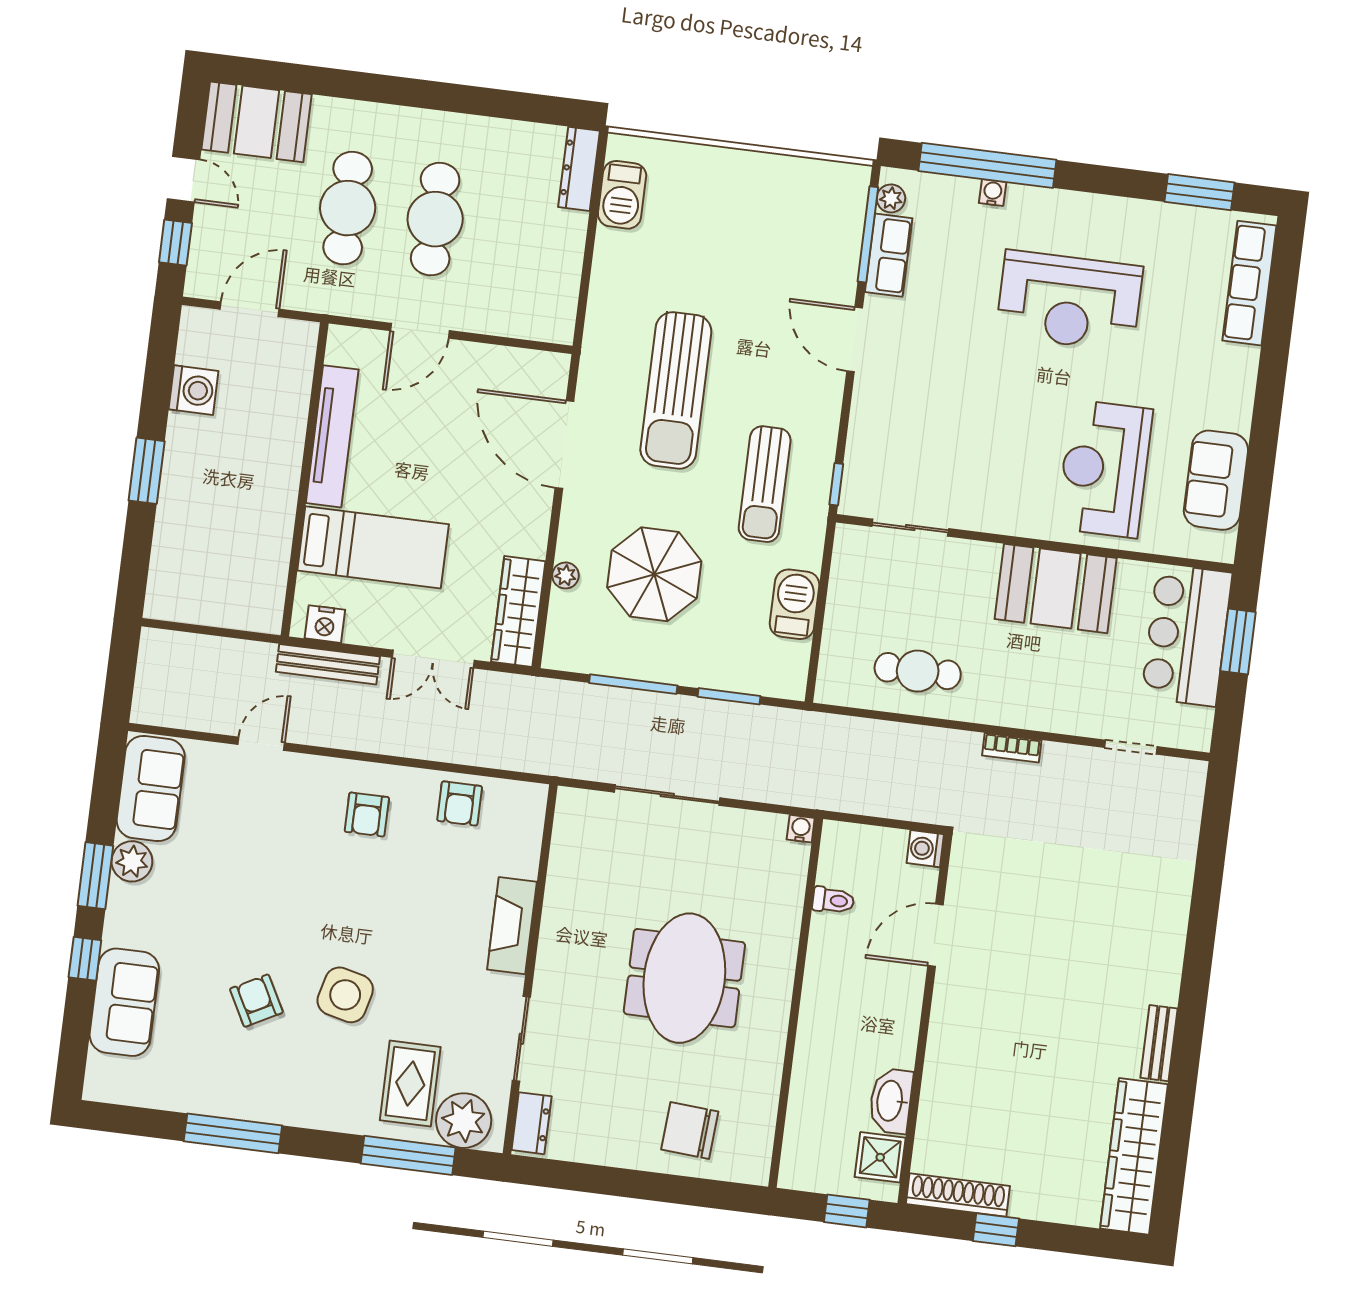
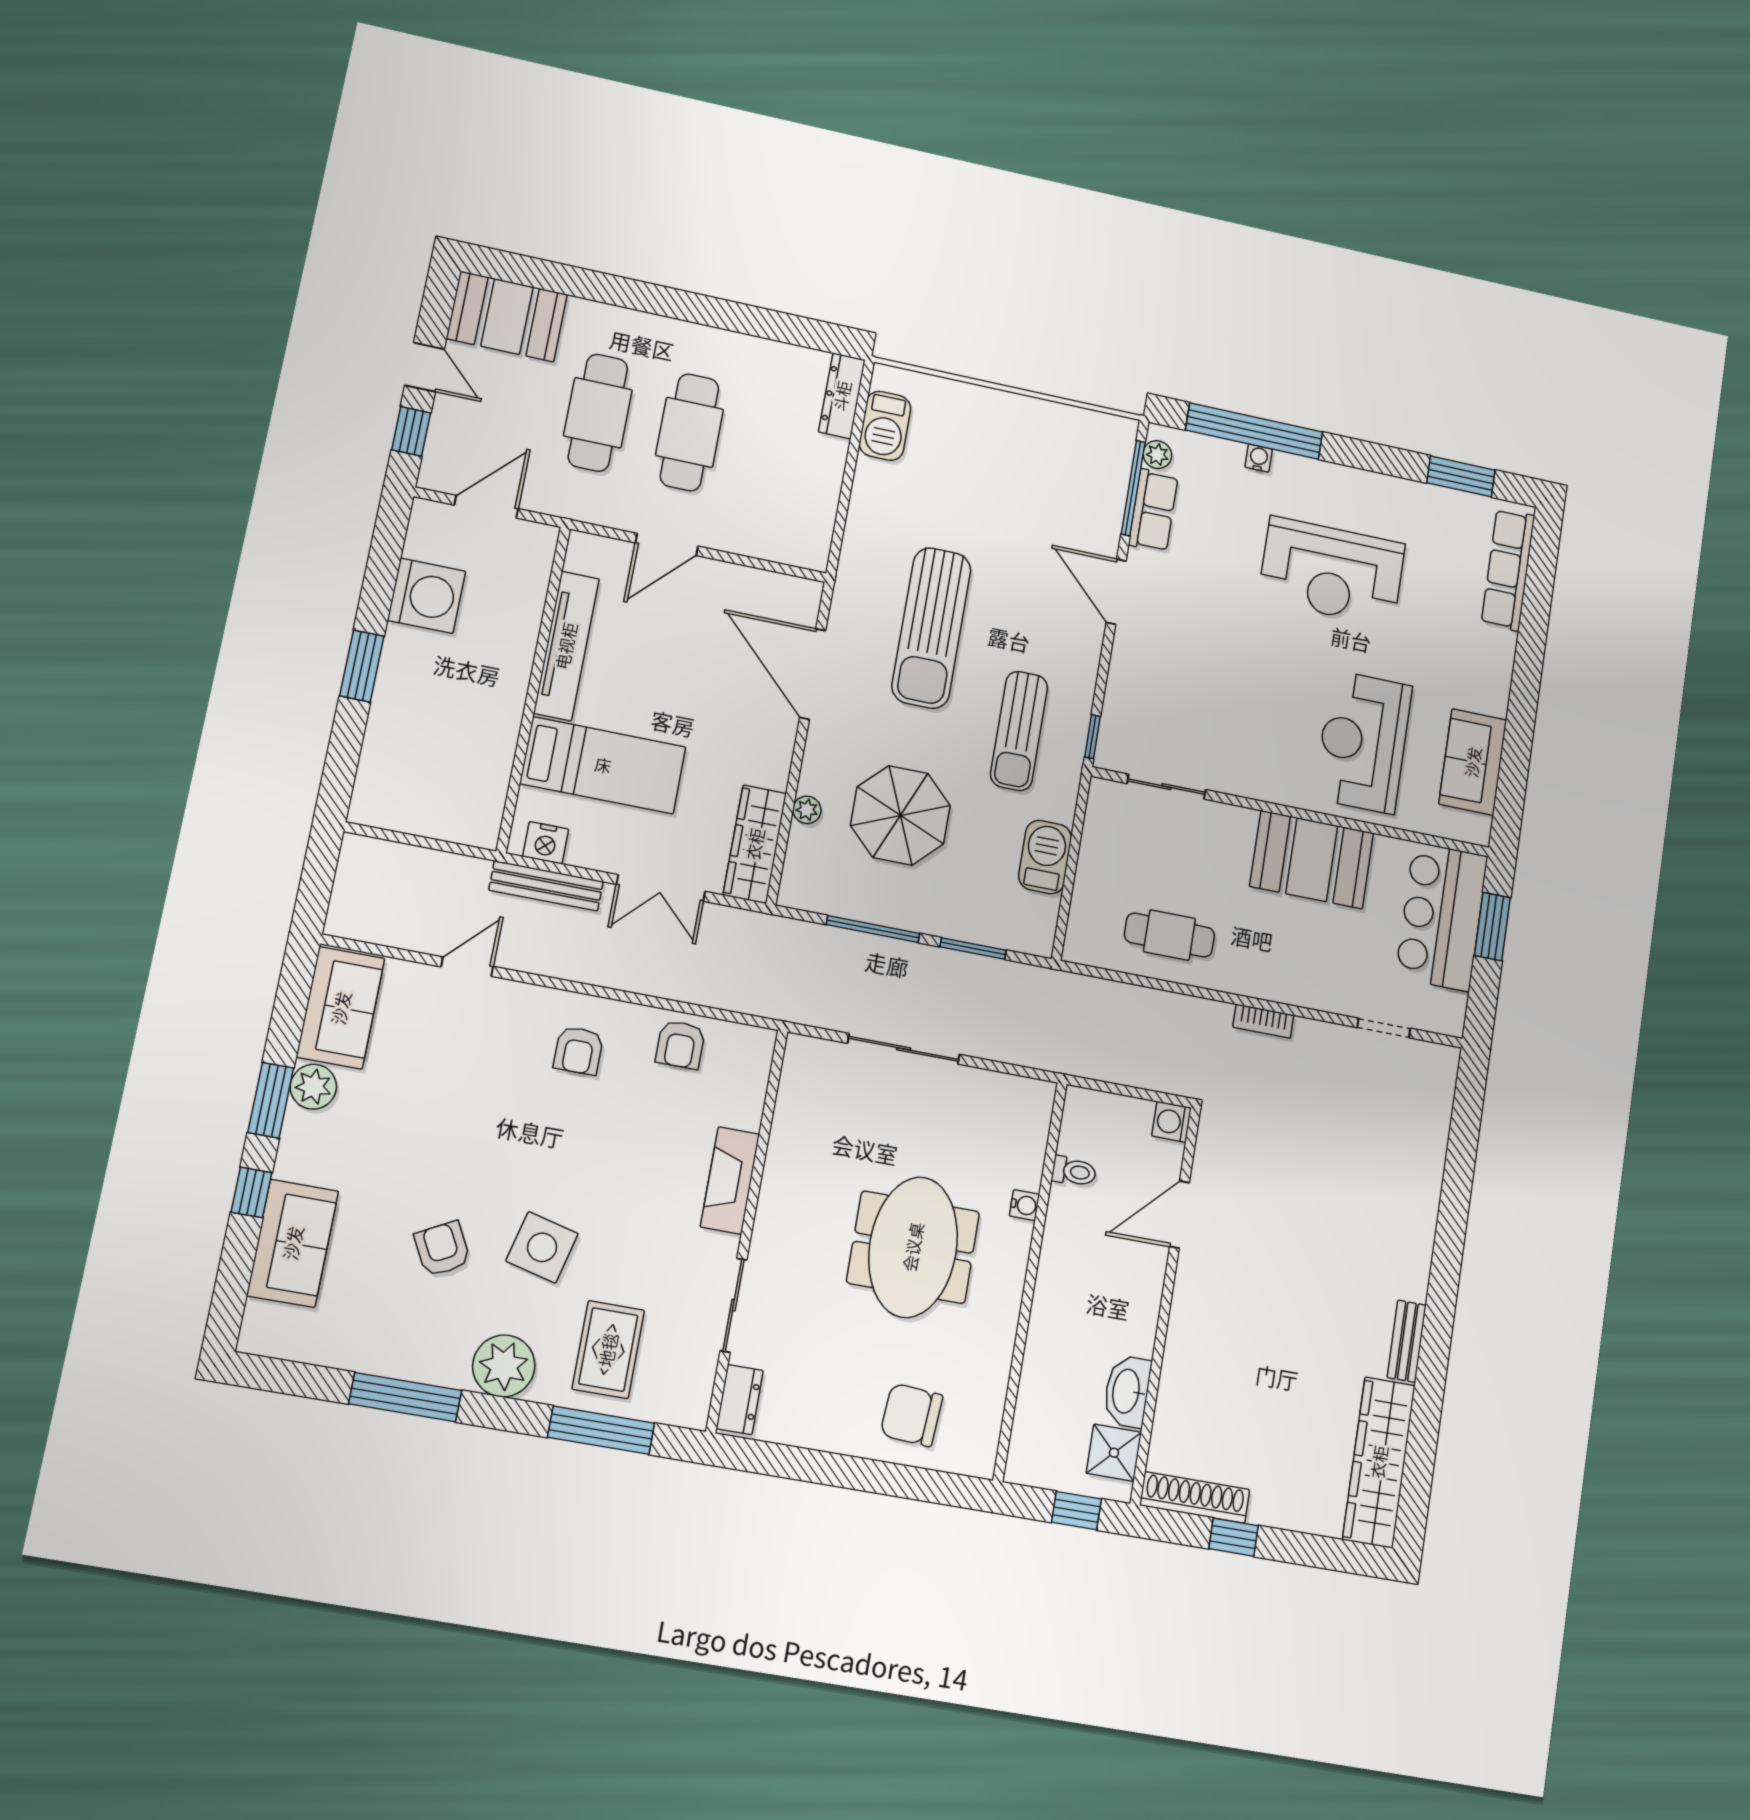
washing machine: (193, 390) -> (427, 596), width x1.37, depth x1.37
water cooler: (801, 829) -> (1025, 1205), moved, turned 90
plant: (464, 1121) -> (504, 1366), moved

